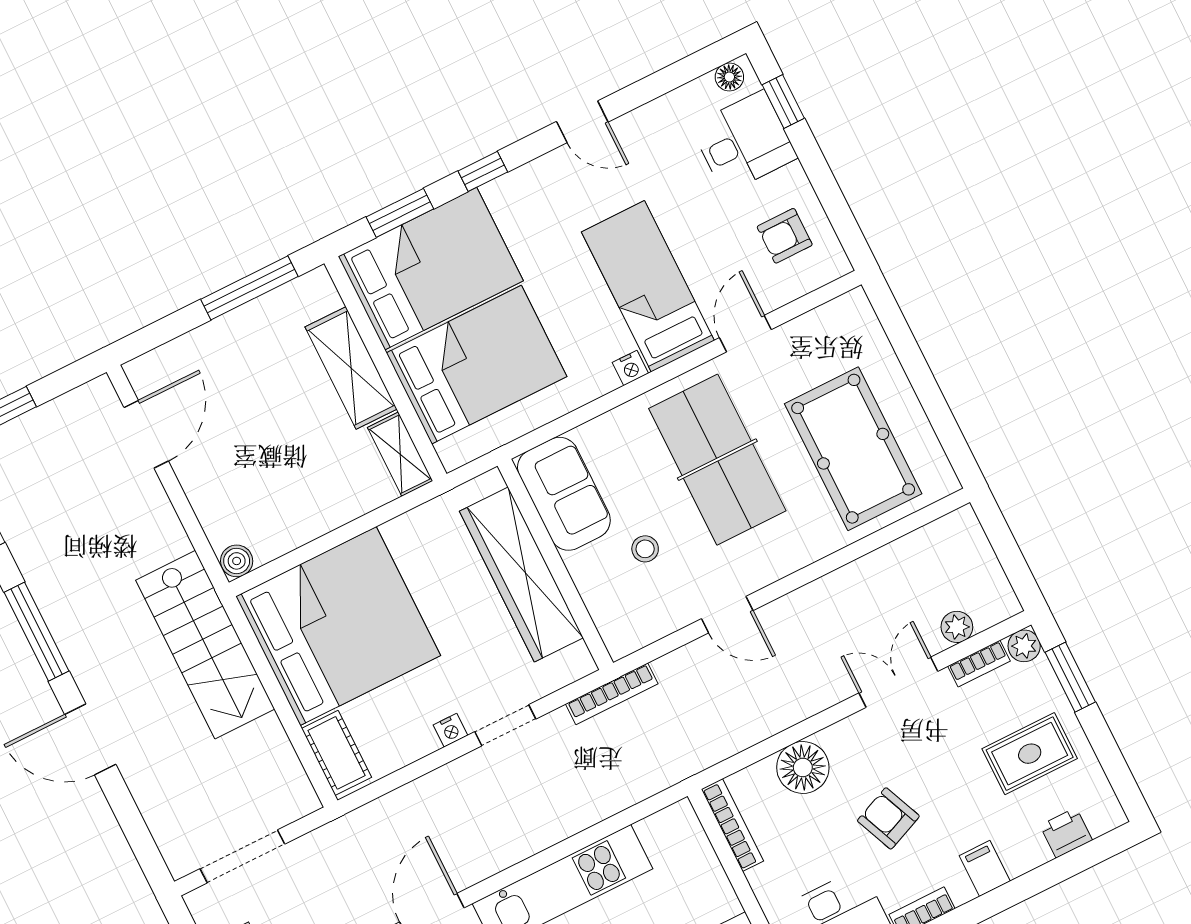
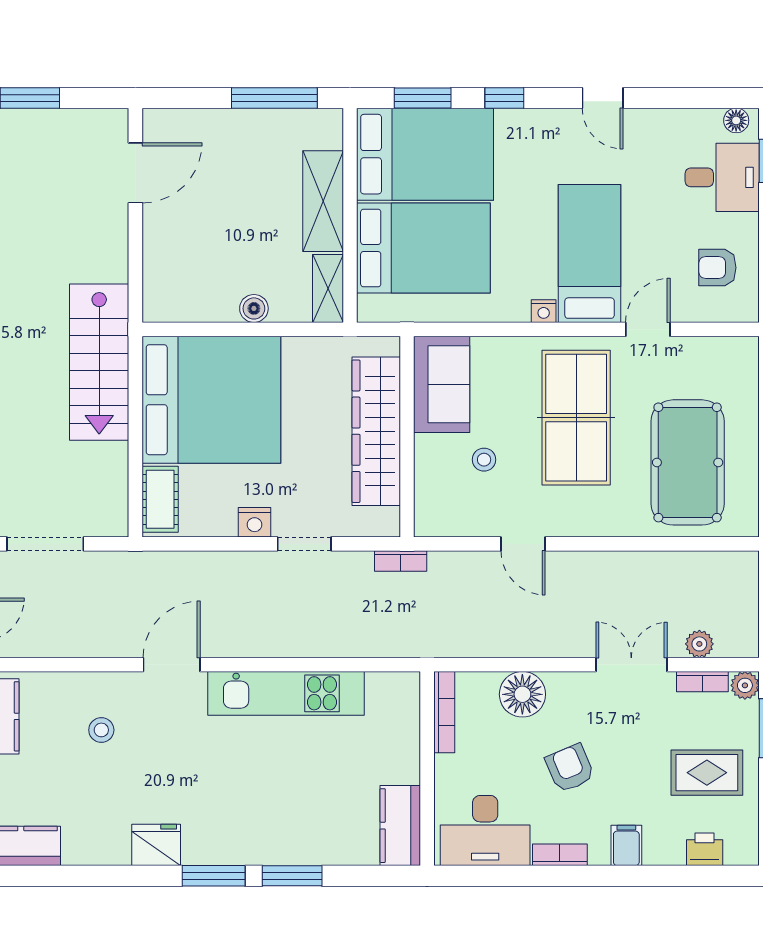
boiler: (237, 561) -> (254, 308), moved
bookcase: (612, 694) -> (401, 561), width x0.64
nightstand: (450, 730) -> (255, 522), width x1.39, depth x1.35

